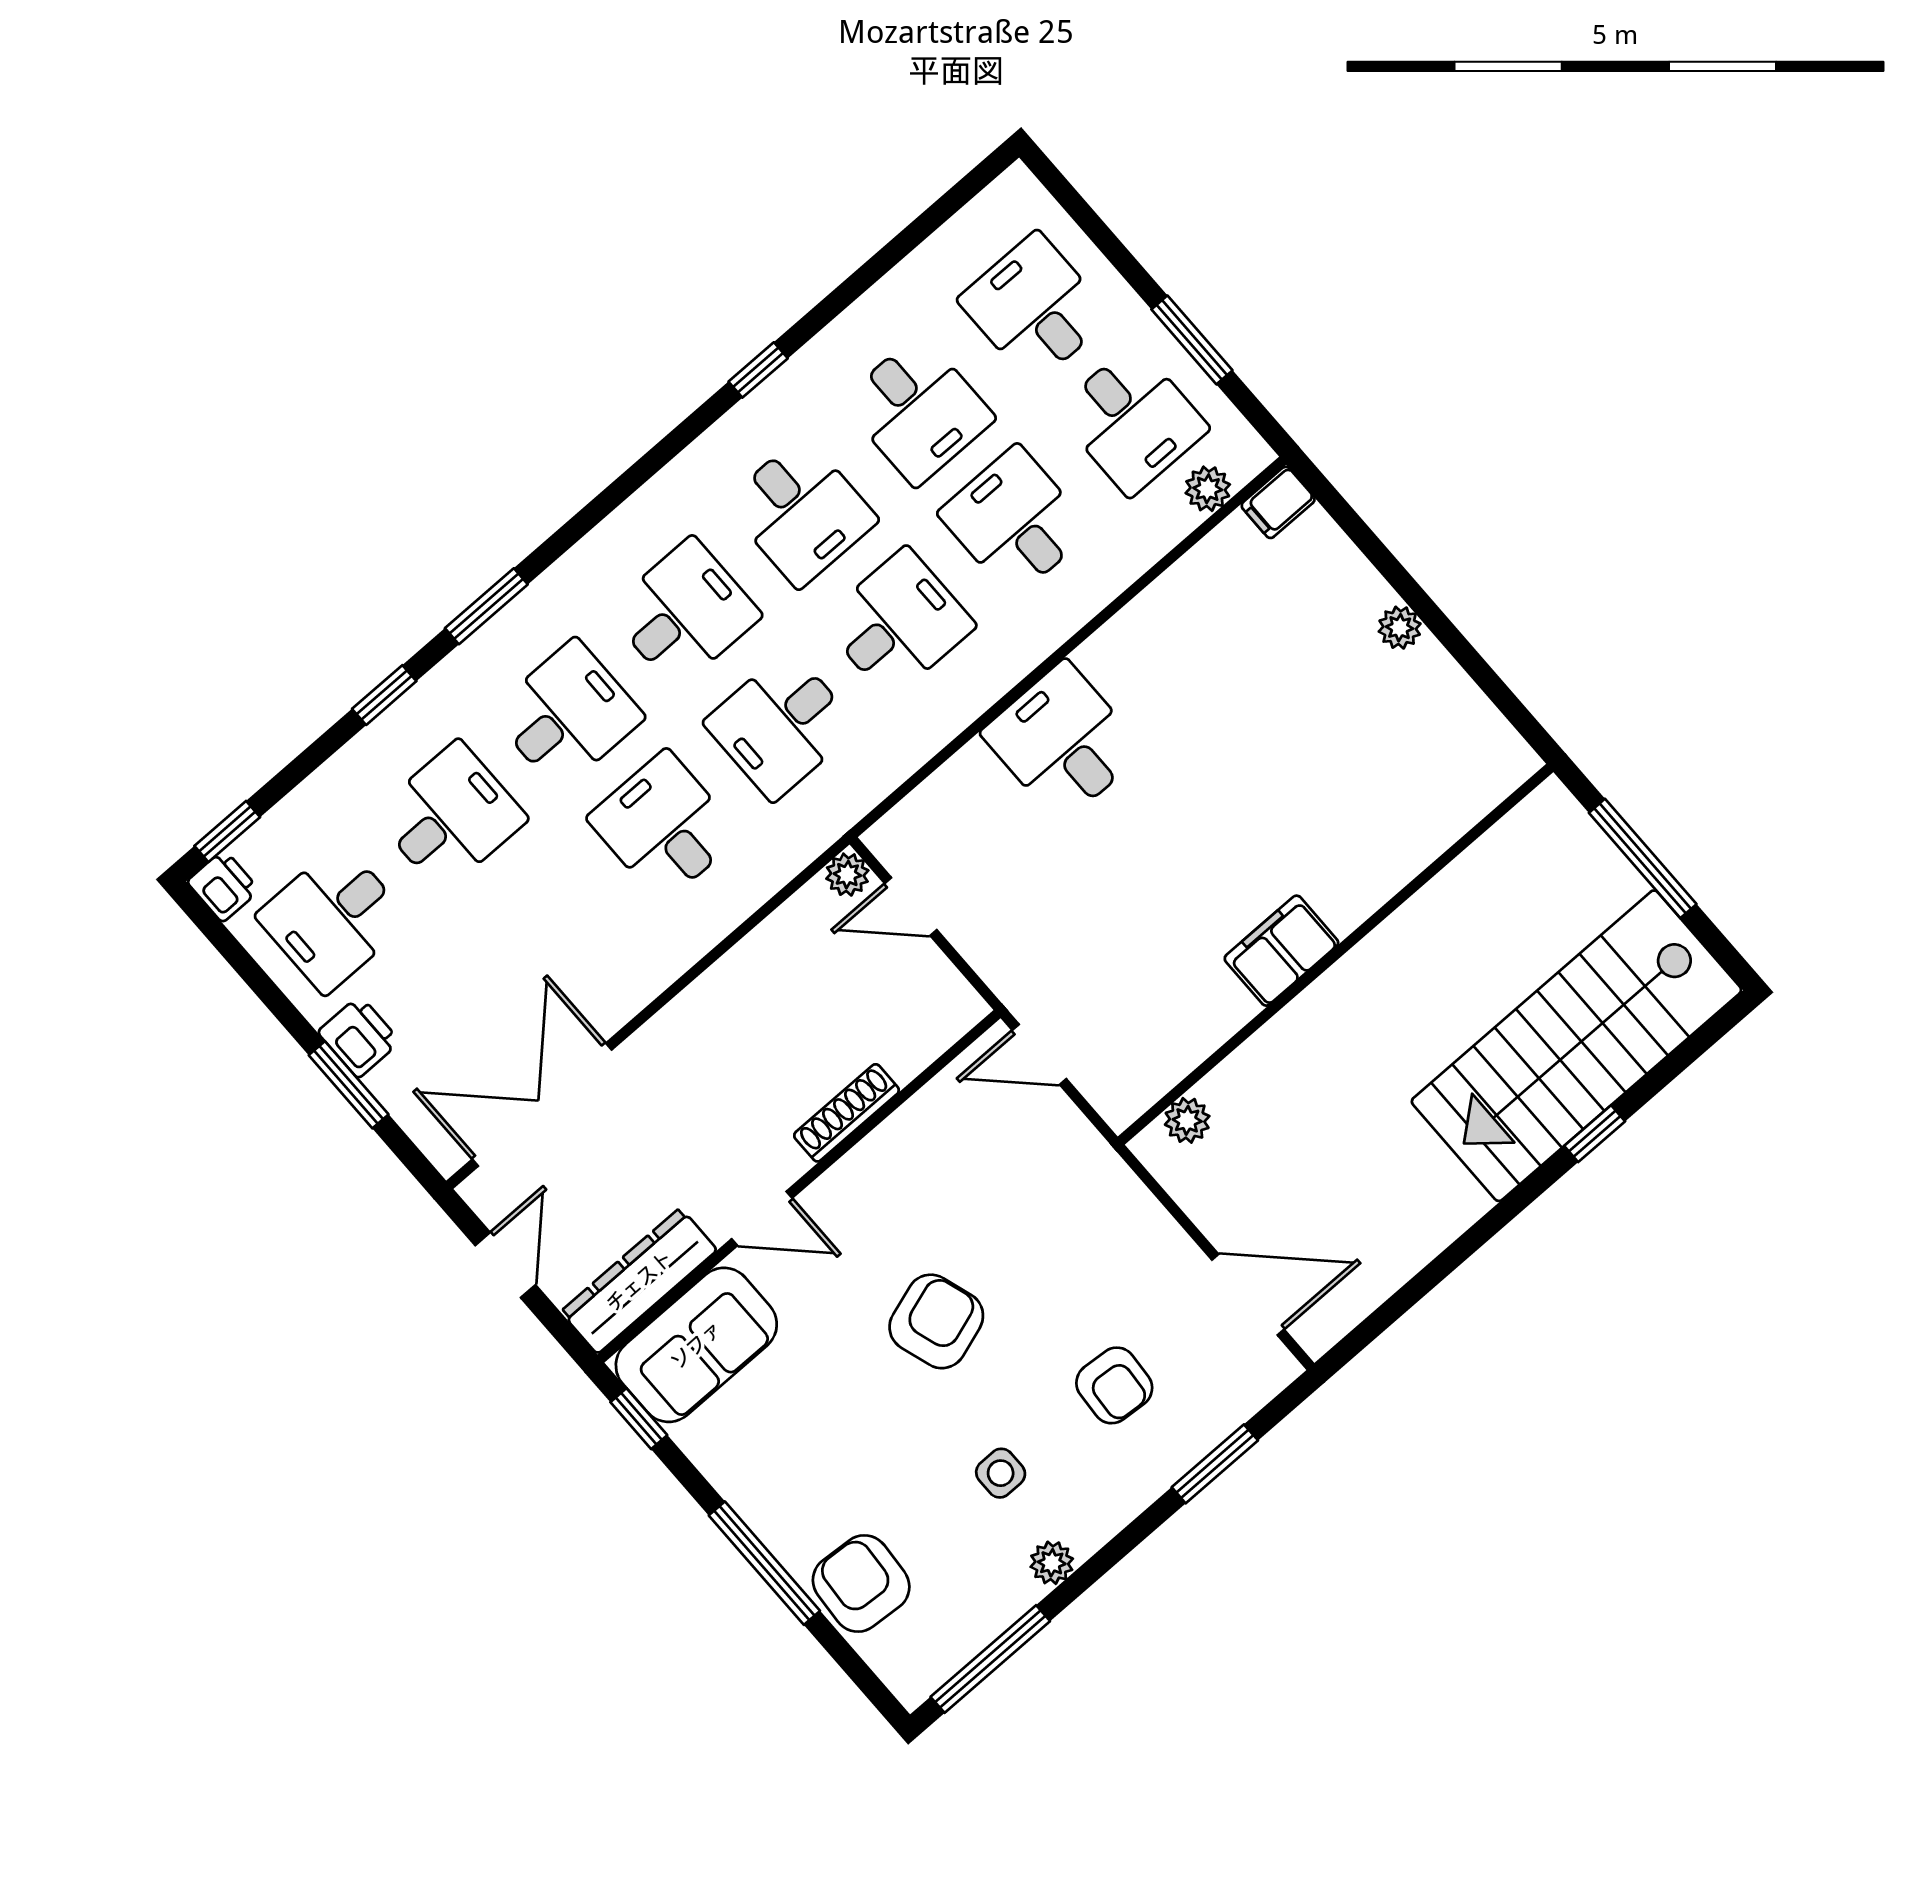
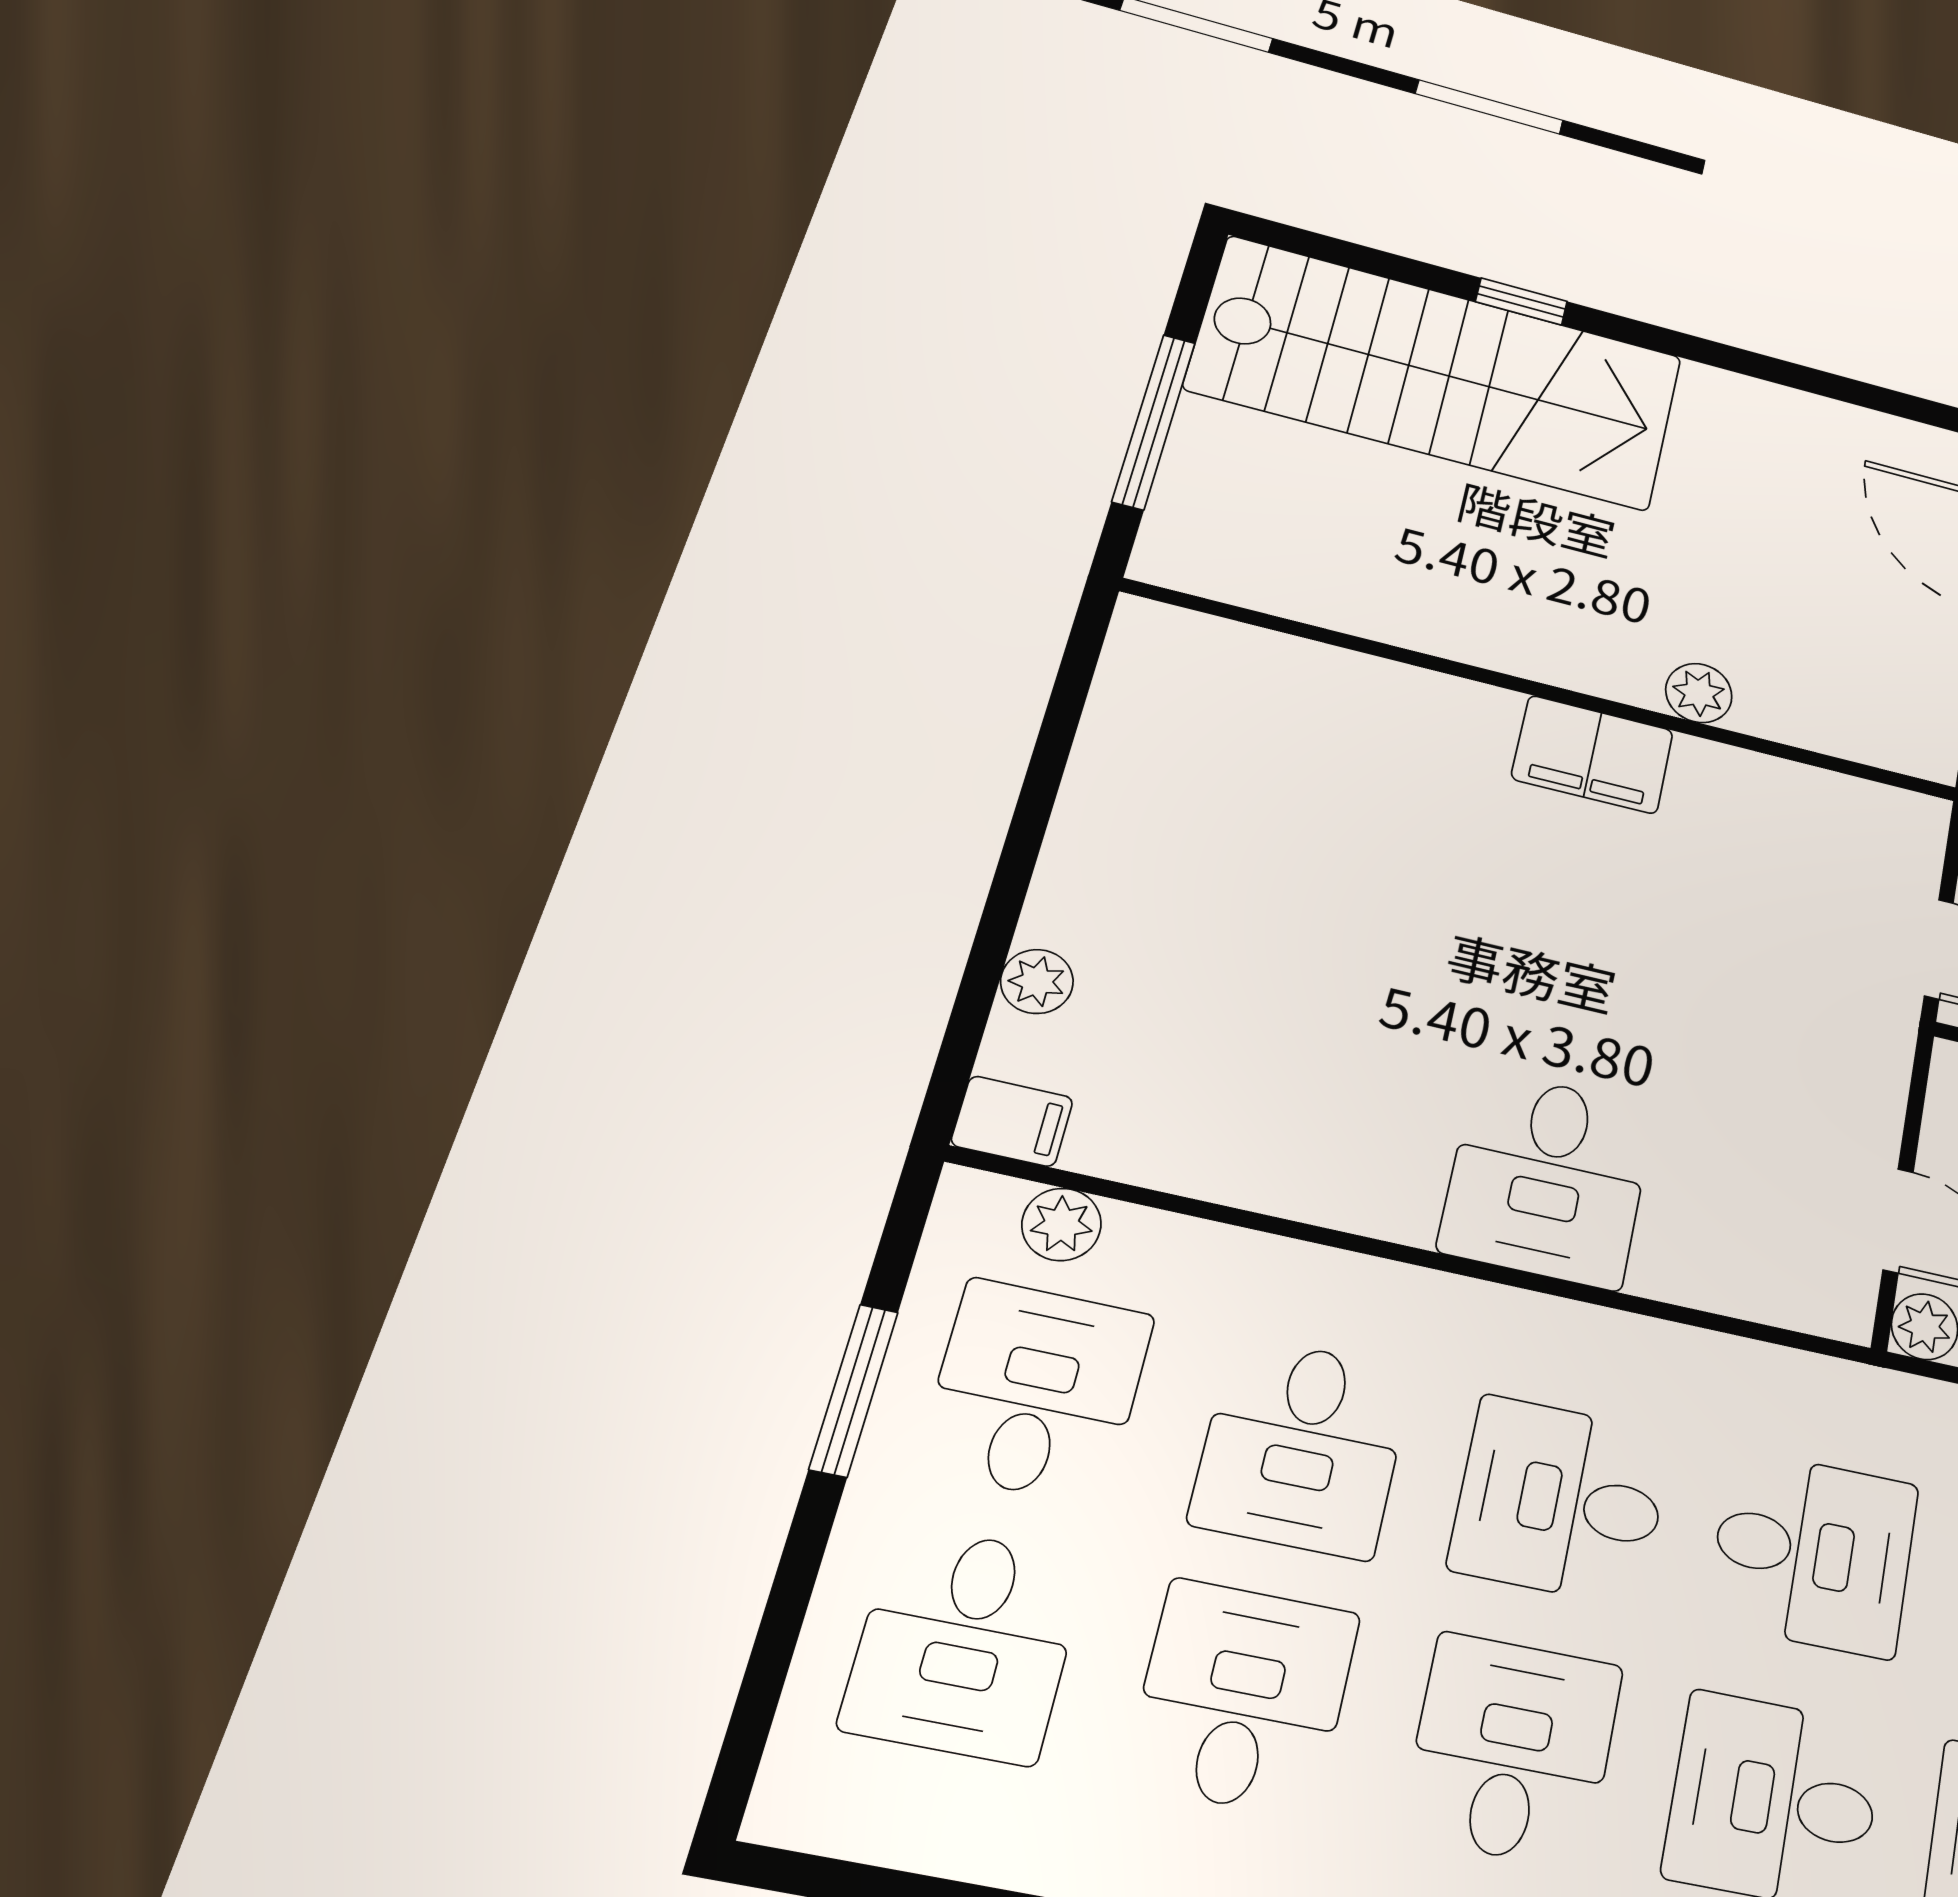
plant: (1400, 628) -> (1037, 981), moved
plant: (1187, 1120) -> (1699, 693), moved

